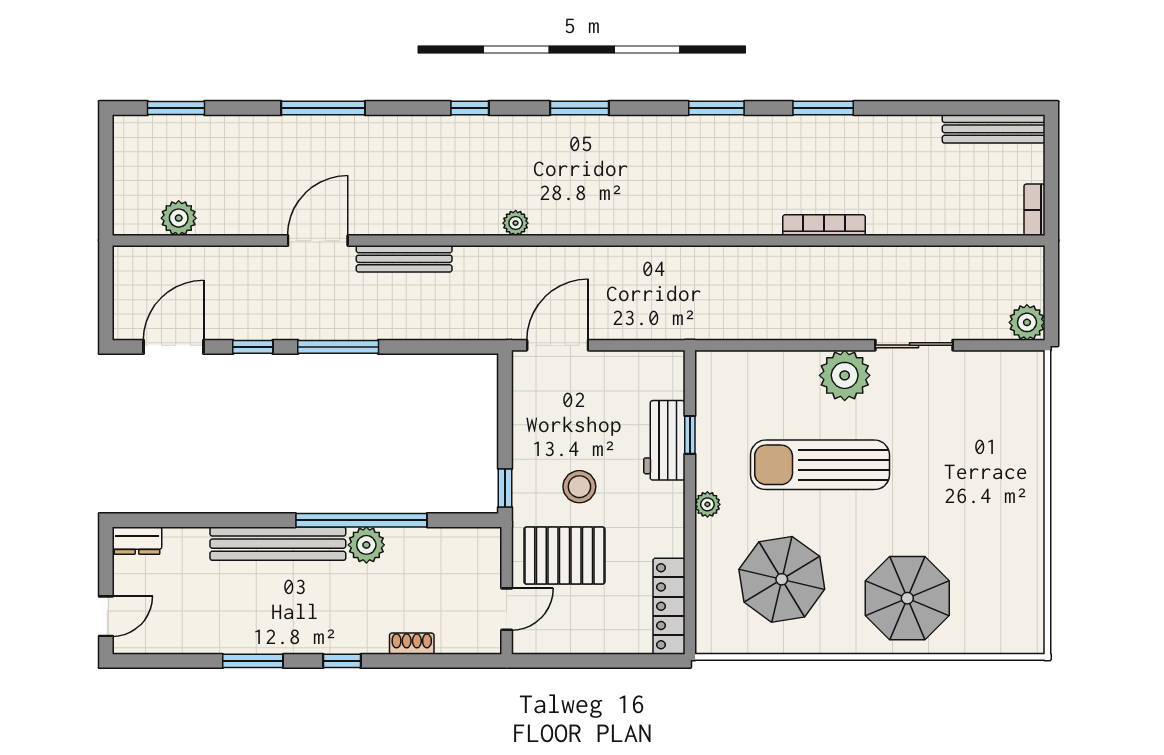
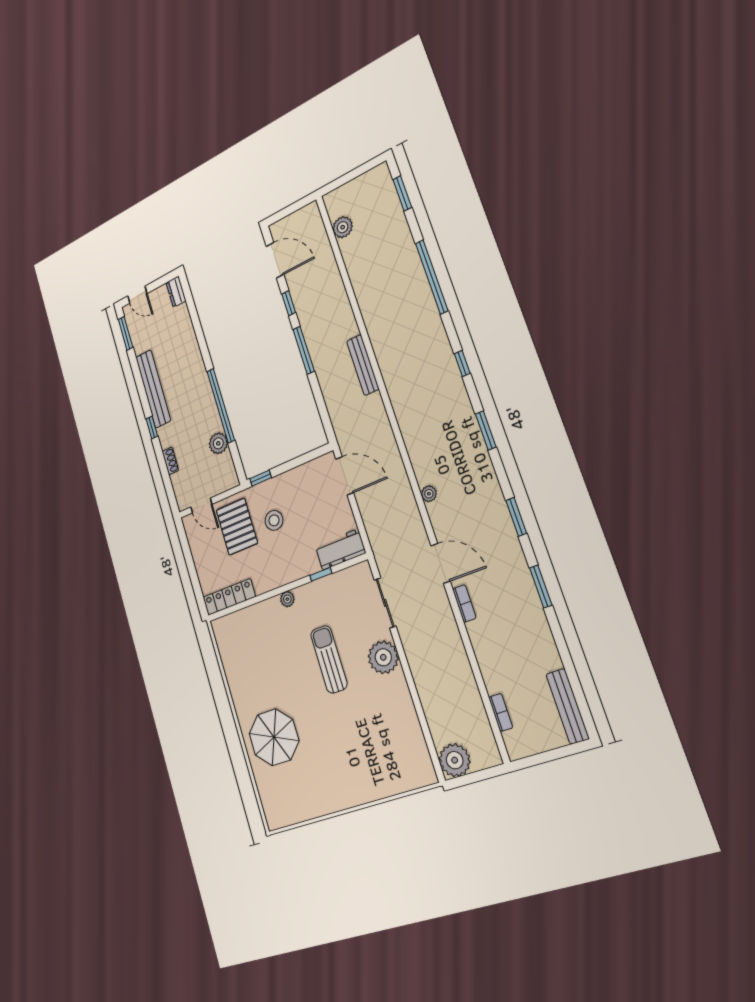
window: (323, 108) -> (432, 277), width x1.46
bookcase: (1035, 210) -> (501, 712), moved, turned 90
plant: (516, 223) -> (429, 494), moved
bookcase: (824, 225) -> (464, 603), width x0.64
door: (318, 241) -> (440, 563), moved
plant: (1027, 322) -> (455, 760), width x1.36, depth x1.36
sliding door: (914, 345) -> (385, 603), moved
workbench: (664, 440) -> (340, 549), moved
sun lounger: (820, 465) -> (329, 659), width x0.73, depth x0.75
bench: (278, 544) -> (153, 389), moved
plant: (366, 545) -> (218, 443), moved
parasol: (782, 579) -> (262, 658), removed
window: (253, 661) -> (126, 333), moved

